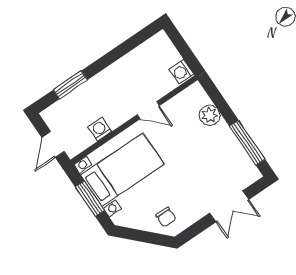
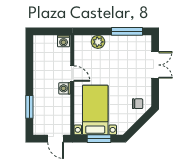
door: (148, 110) -> (72, 74), hinge flipped
washing machine: (100, 129) -> (65, 88), moved

